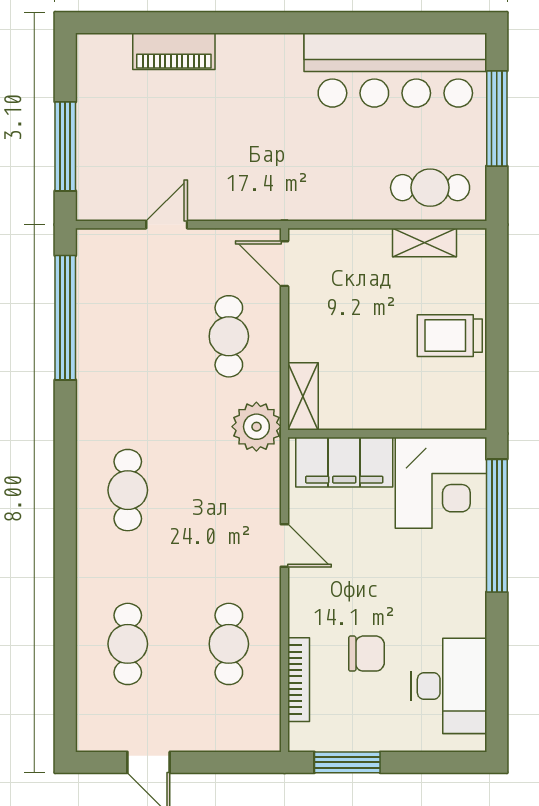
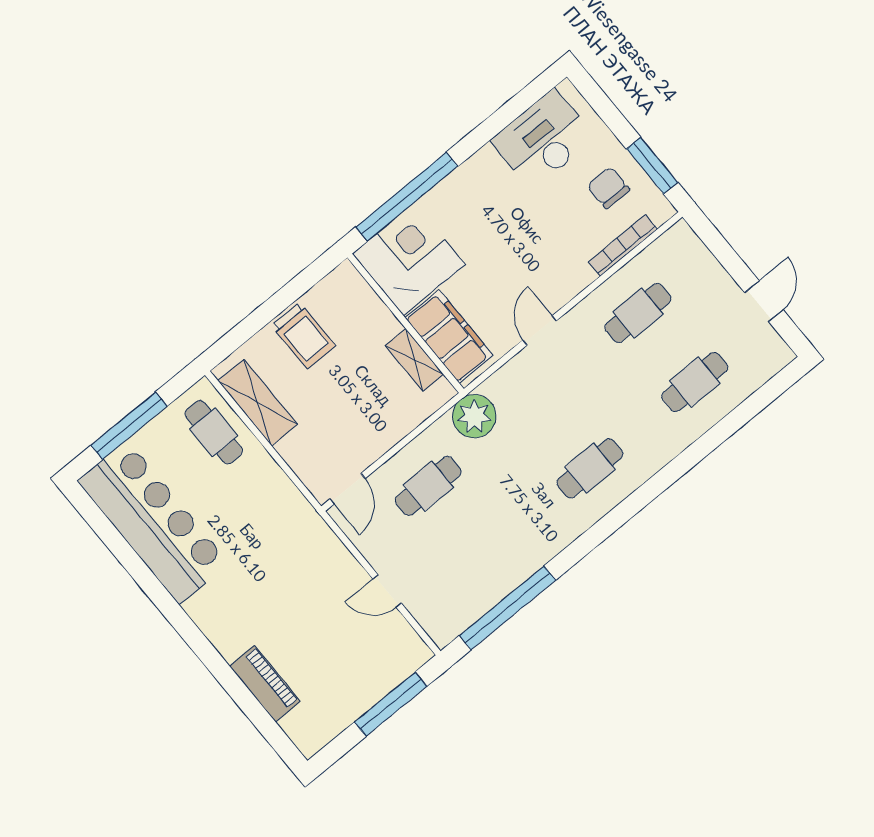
shelving: (424, 242) -> (258, 403), width x1.50, depth x1.33
shelving: (303, 396) -> (414, 360), moved, turned 90
chair: (366, 654) -> (608, 188), moved

